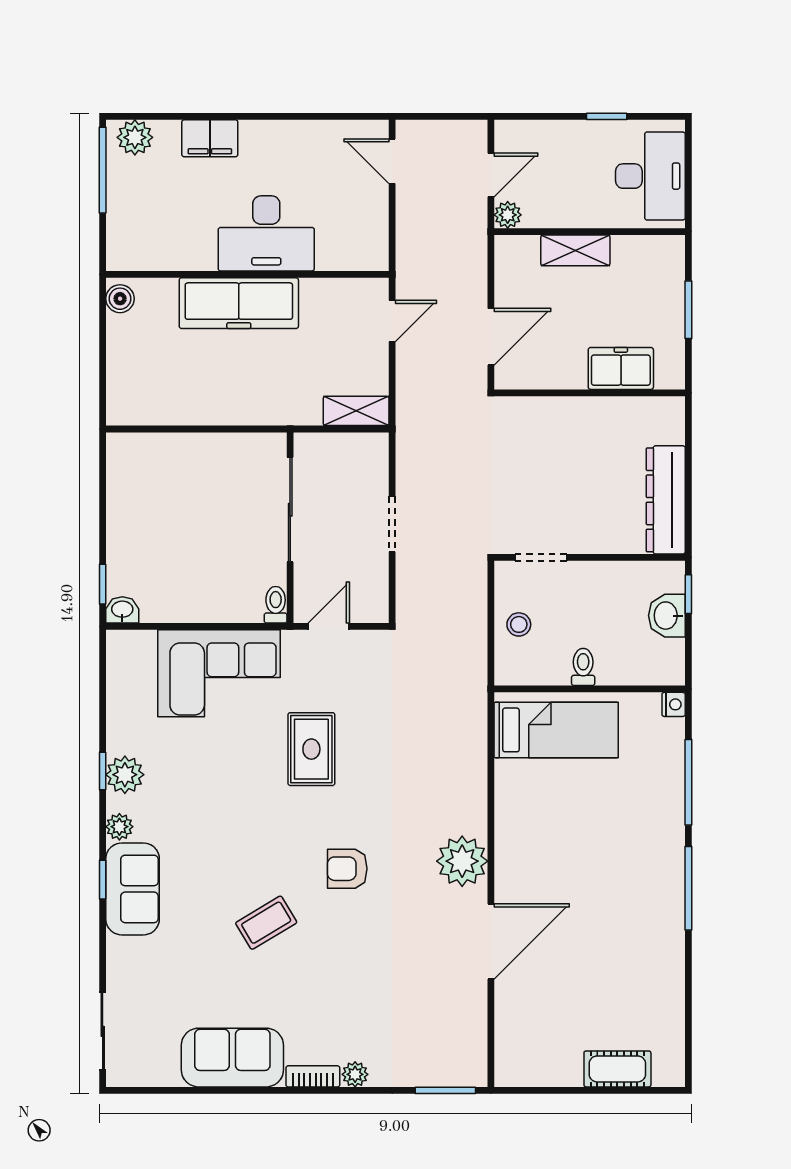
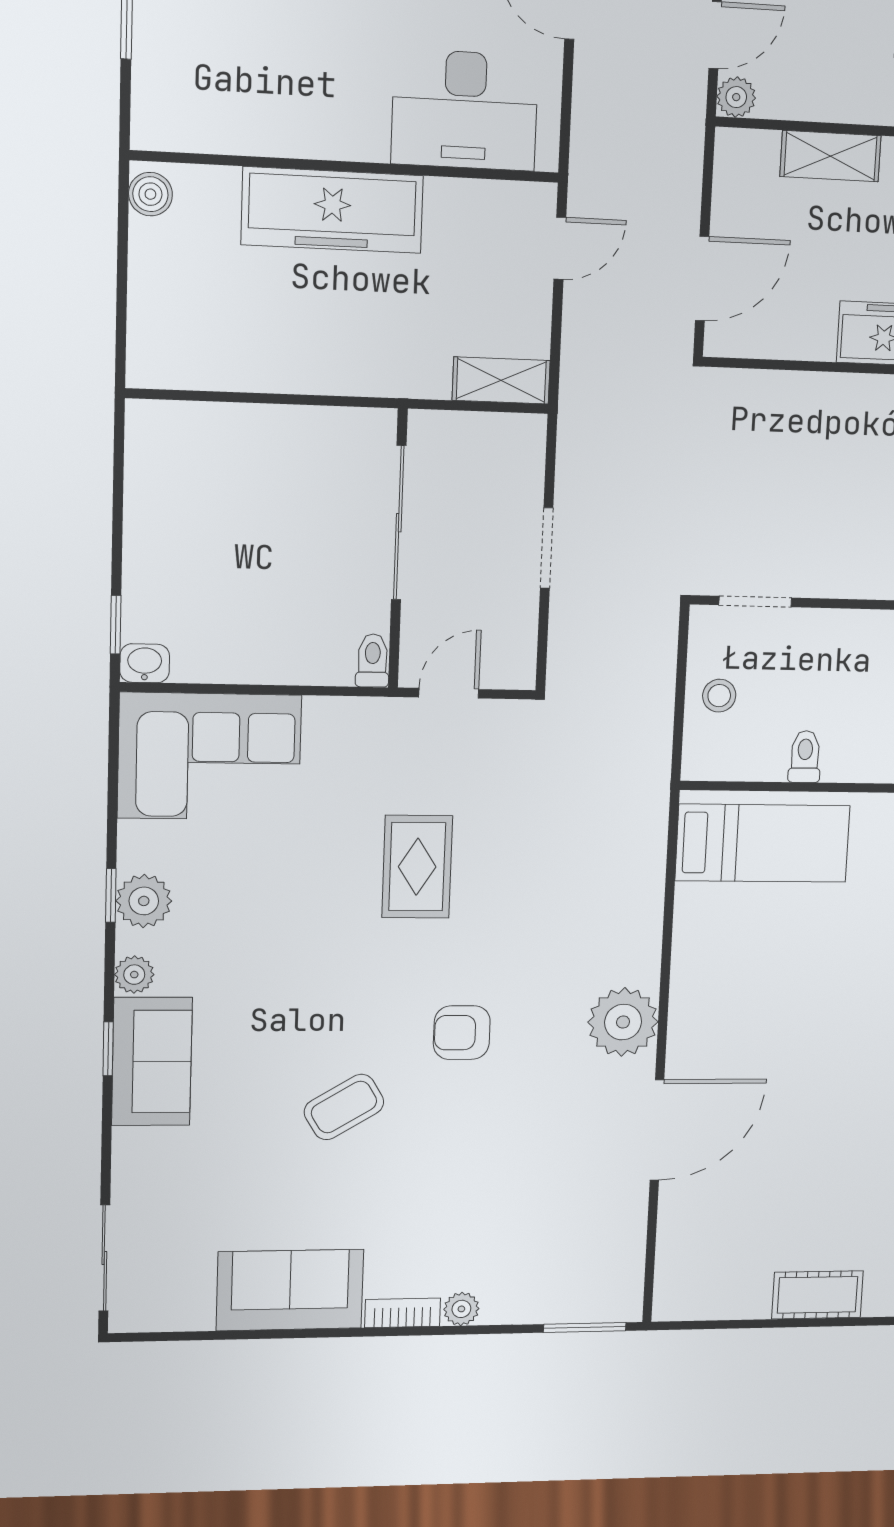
desk: (266, 233) -> (465, 110), moved
corner sofa: (219, 673) -> (210, 757), moved

